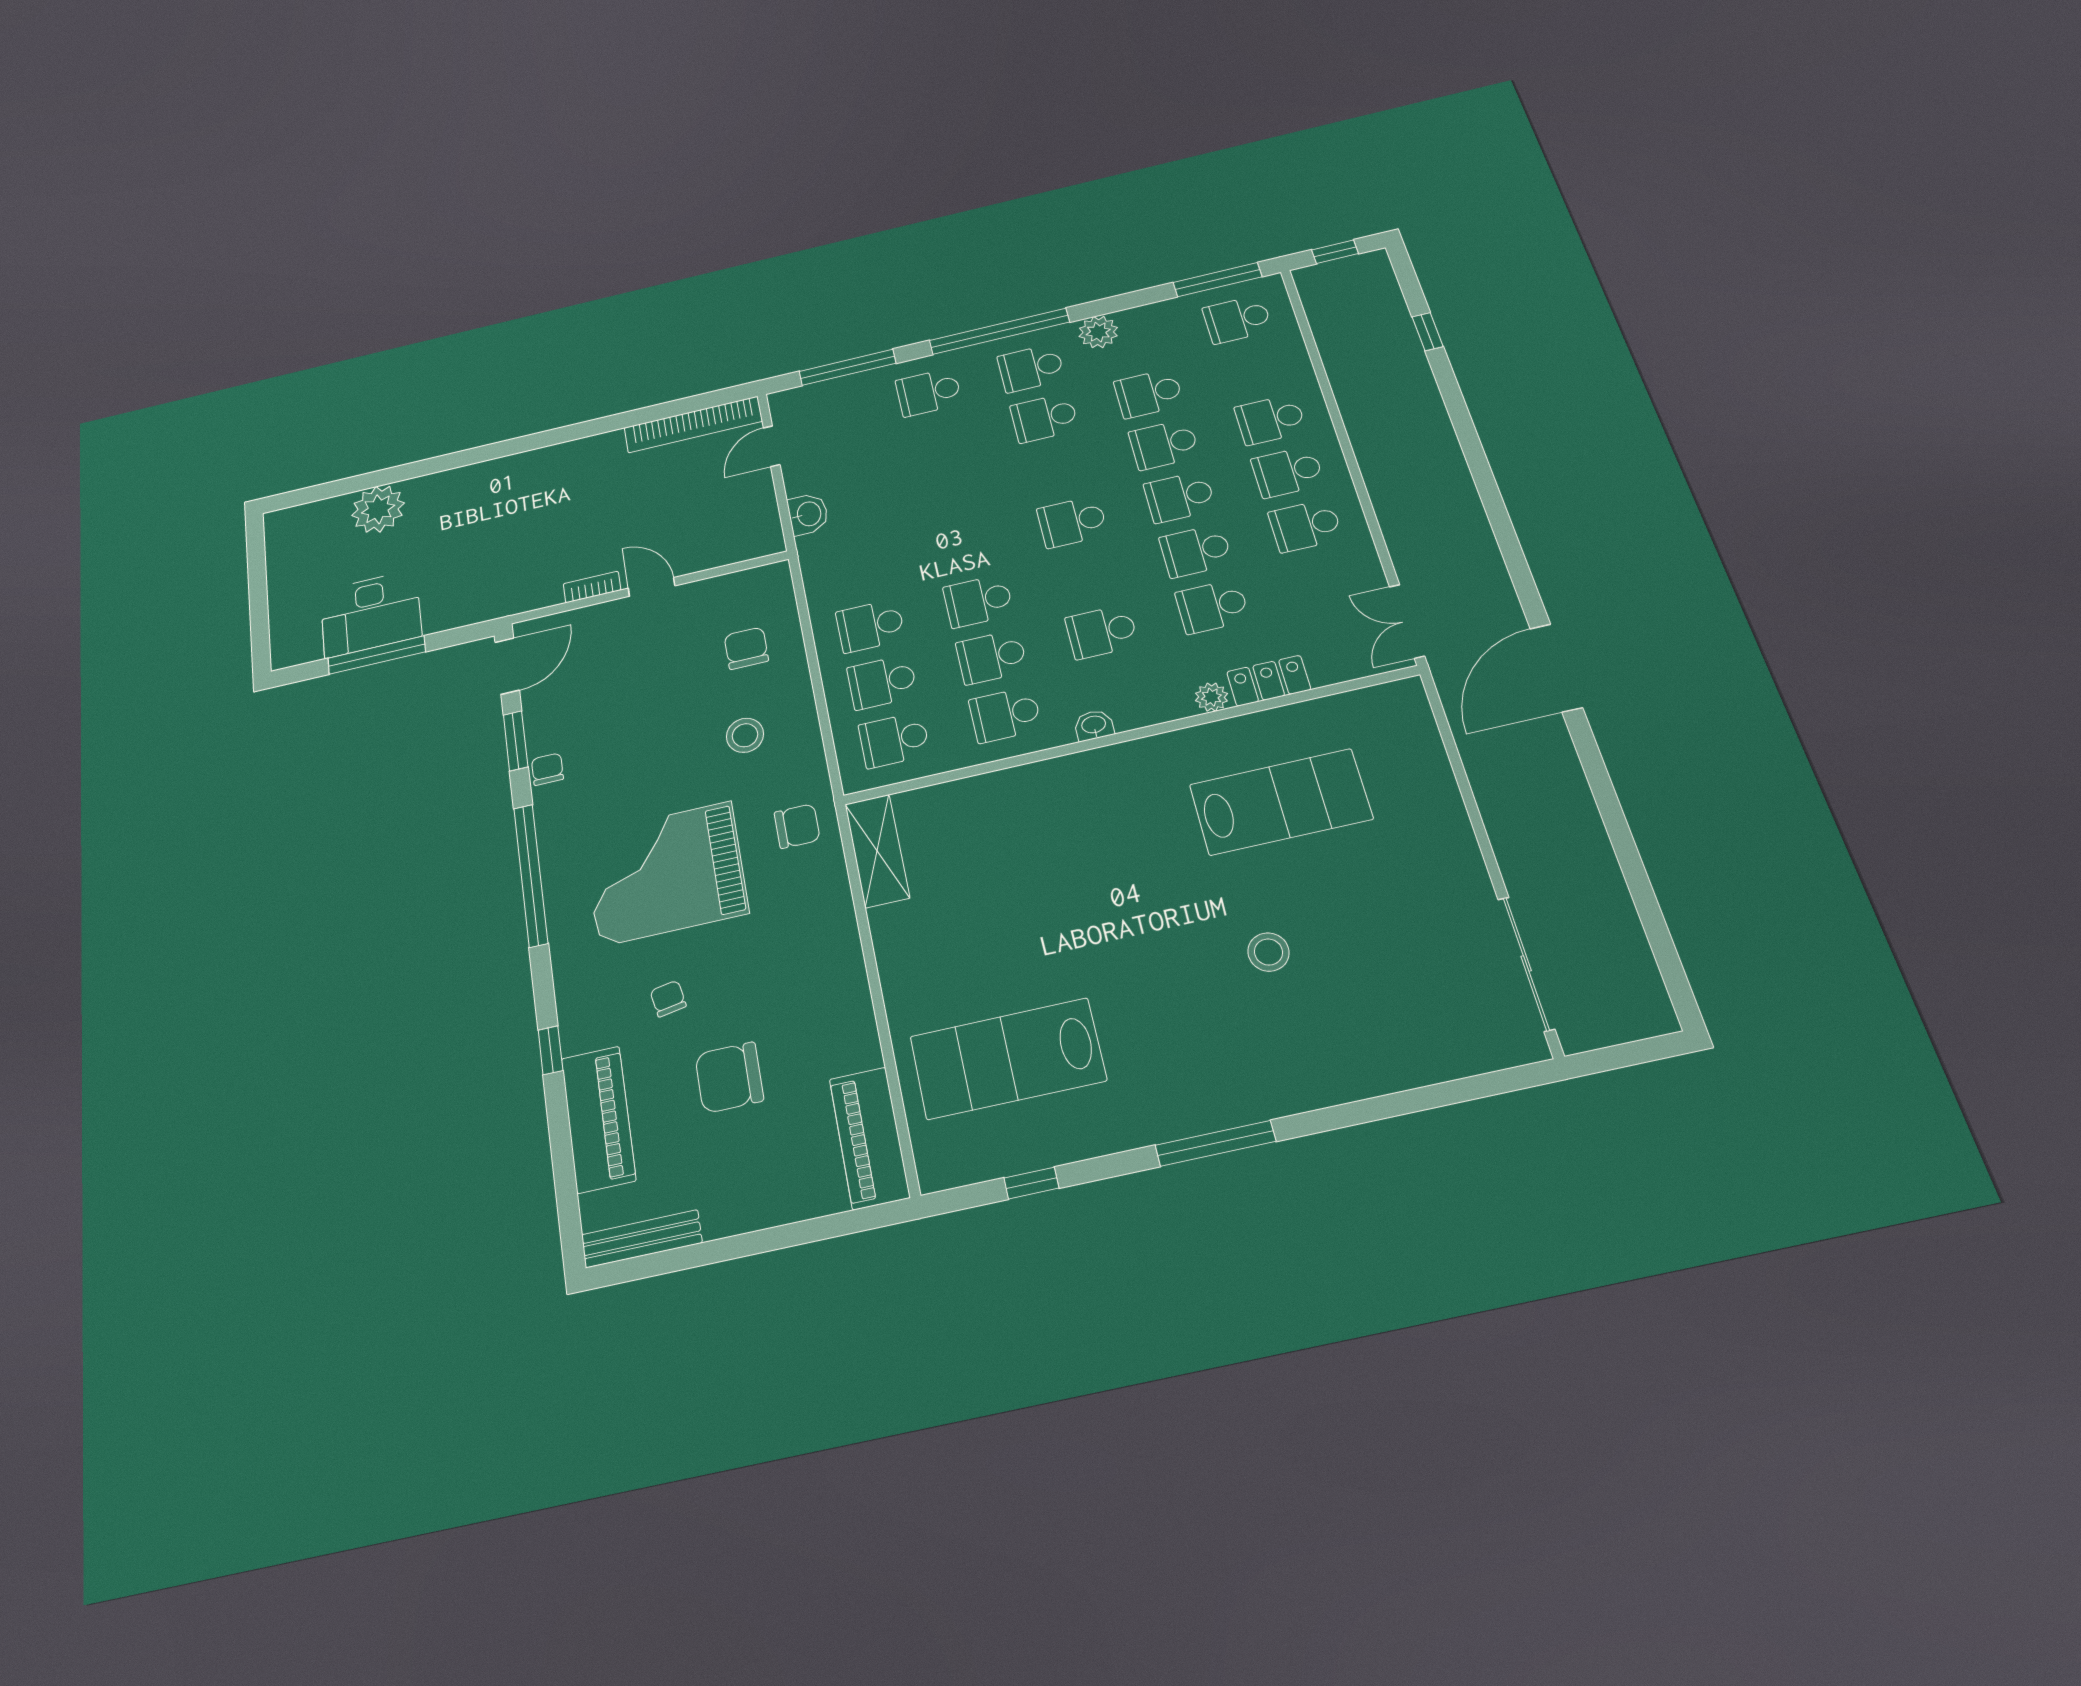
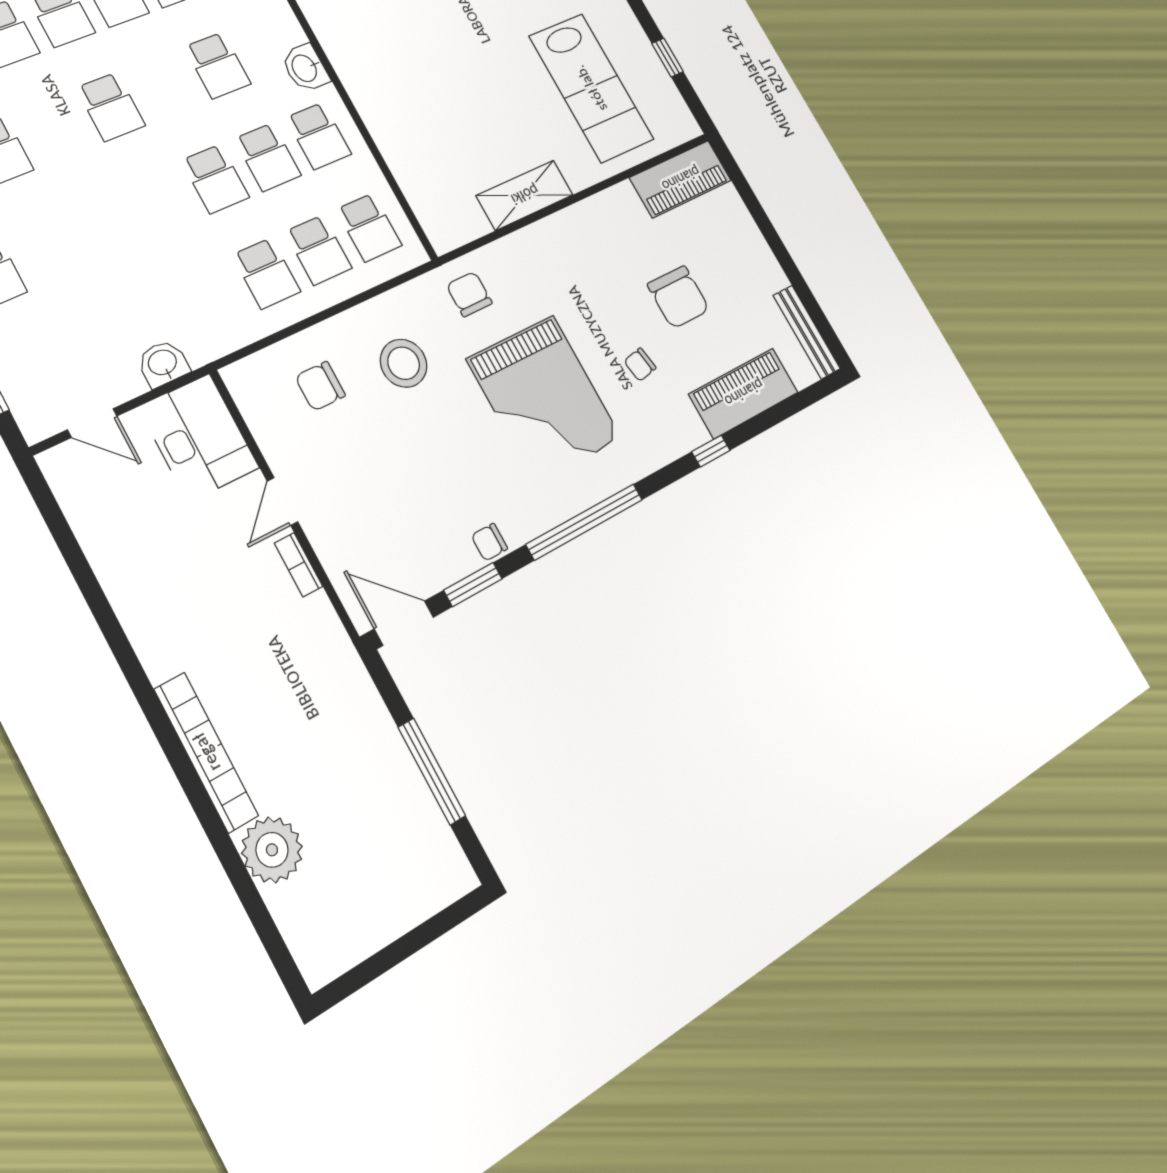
bookcase: (693, 425) -> (206, 752), moved
desk: (371, 614) -> (199, 438), moved
washbasin: (1094, 725) -> (305, 68), width x1.38, depth x1.45
stool: (745, 735) -> (404, 363), width x1.38, depth x1.38
shelving: (877, 851) -> (525, 195), moved

